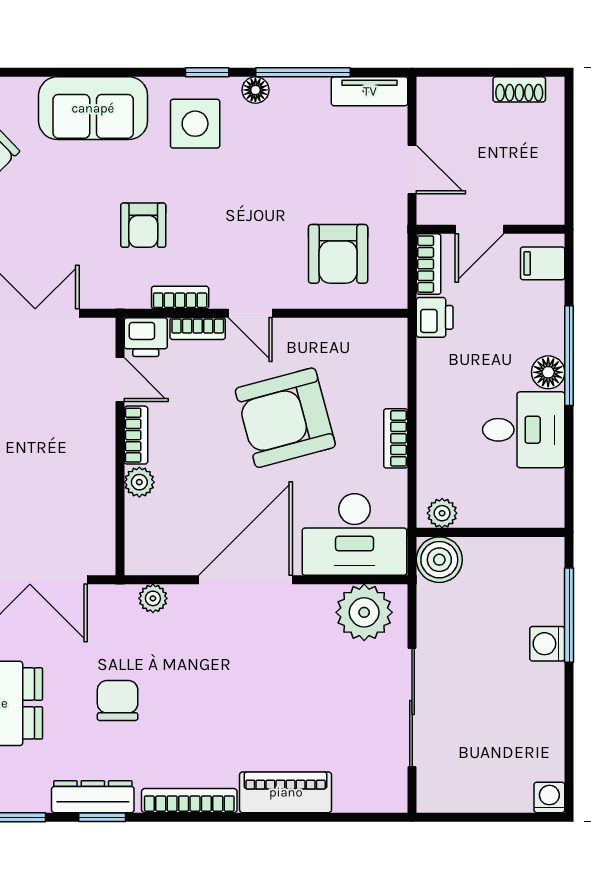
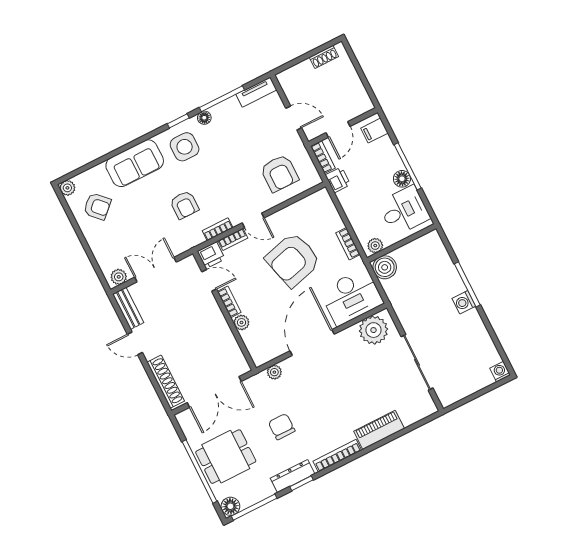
plant: (442, 513) -> (375, 246), moved
wall: (491, 532) -> (402, 243), moved
boiler: (439, 560) -> (385, 267), moved

